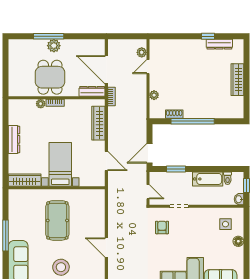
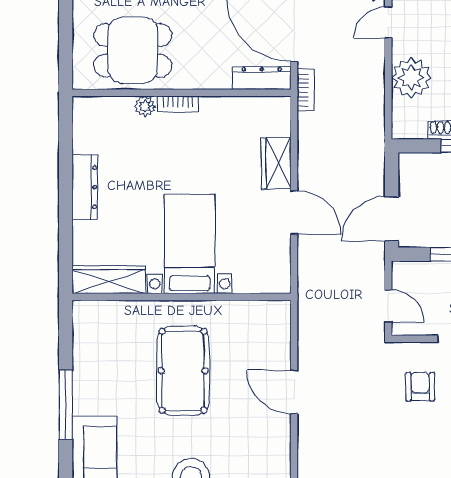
dining table: (50, 77) -> (133, 50), moved, turned 90
plant: (154, 95) -> (411, 78), width x1.88, depth x1.88
wardrobe: (98, 123) -> (276, 163), width x0.67
door: (106, 161) -> (294, 212), moved
door: (106, 248) -> (294, 392), moved

